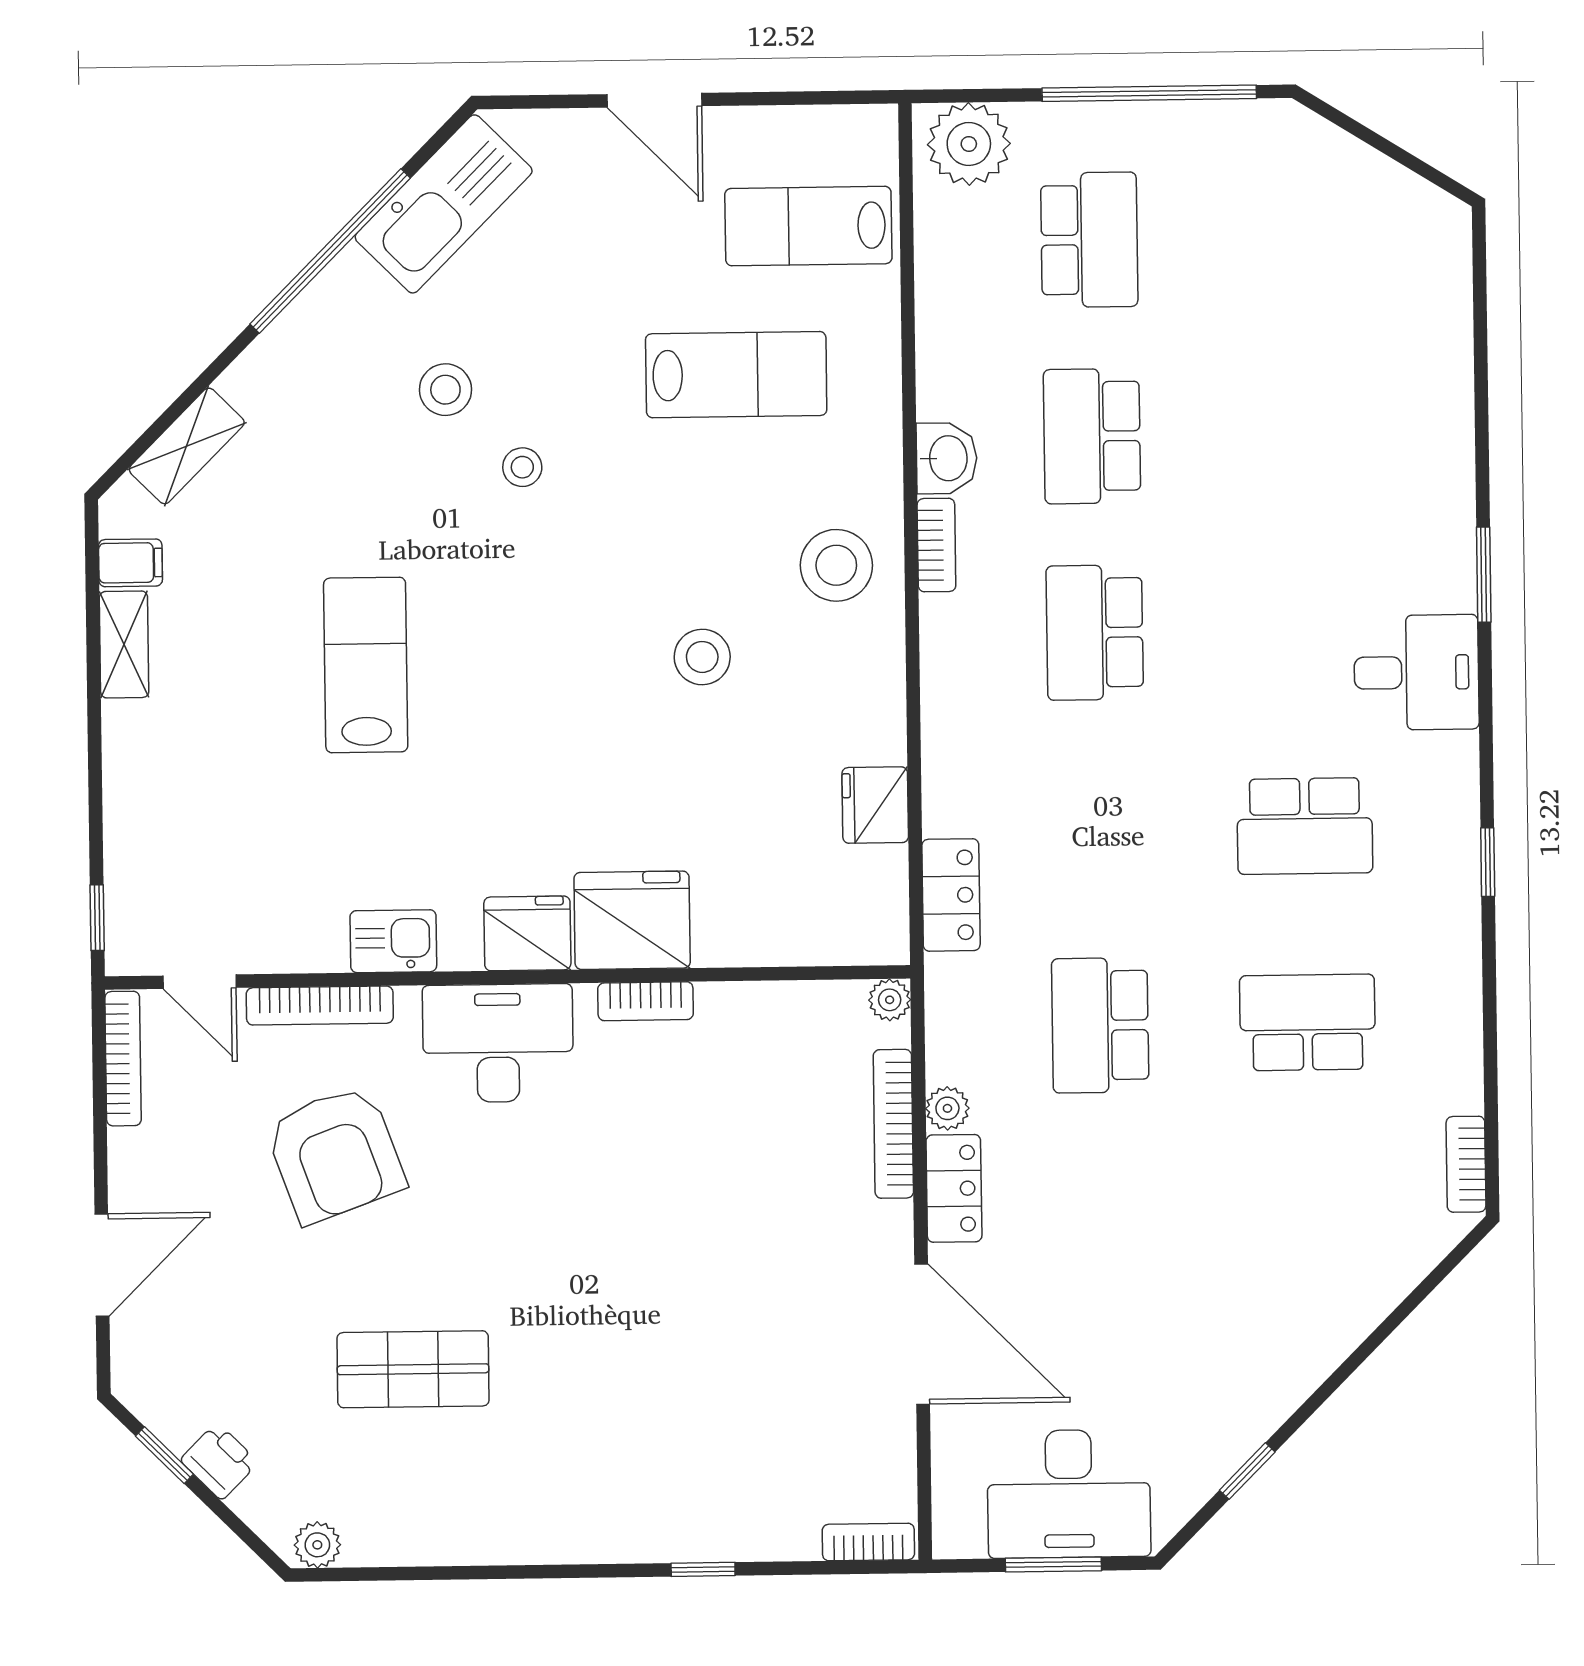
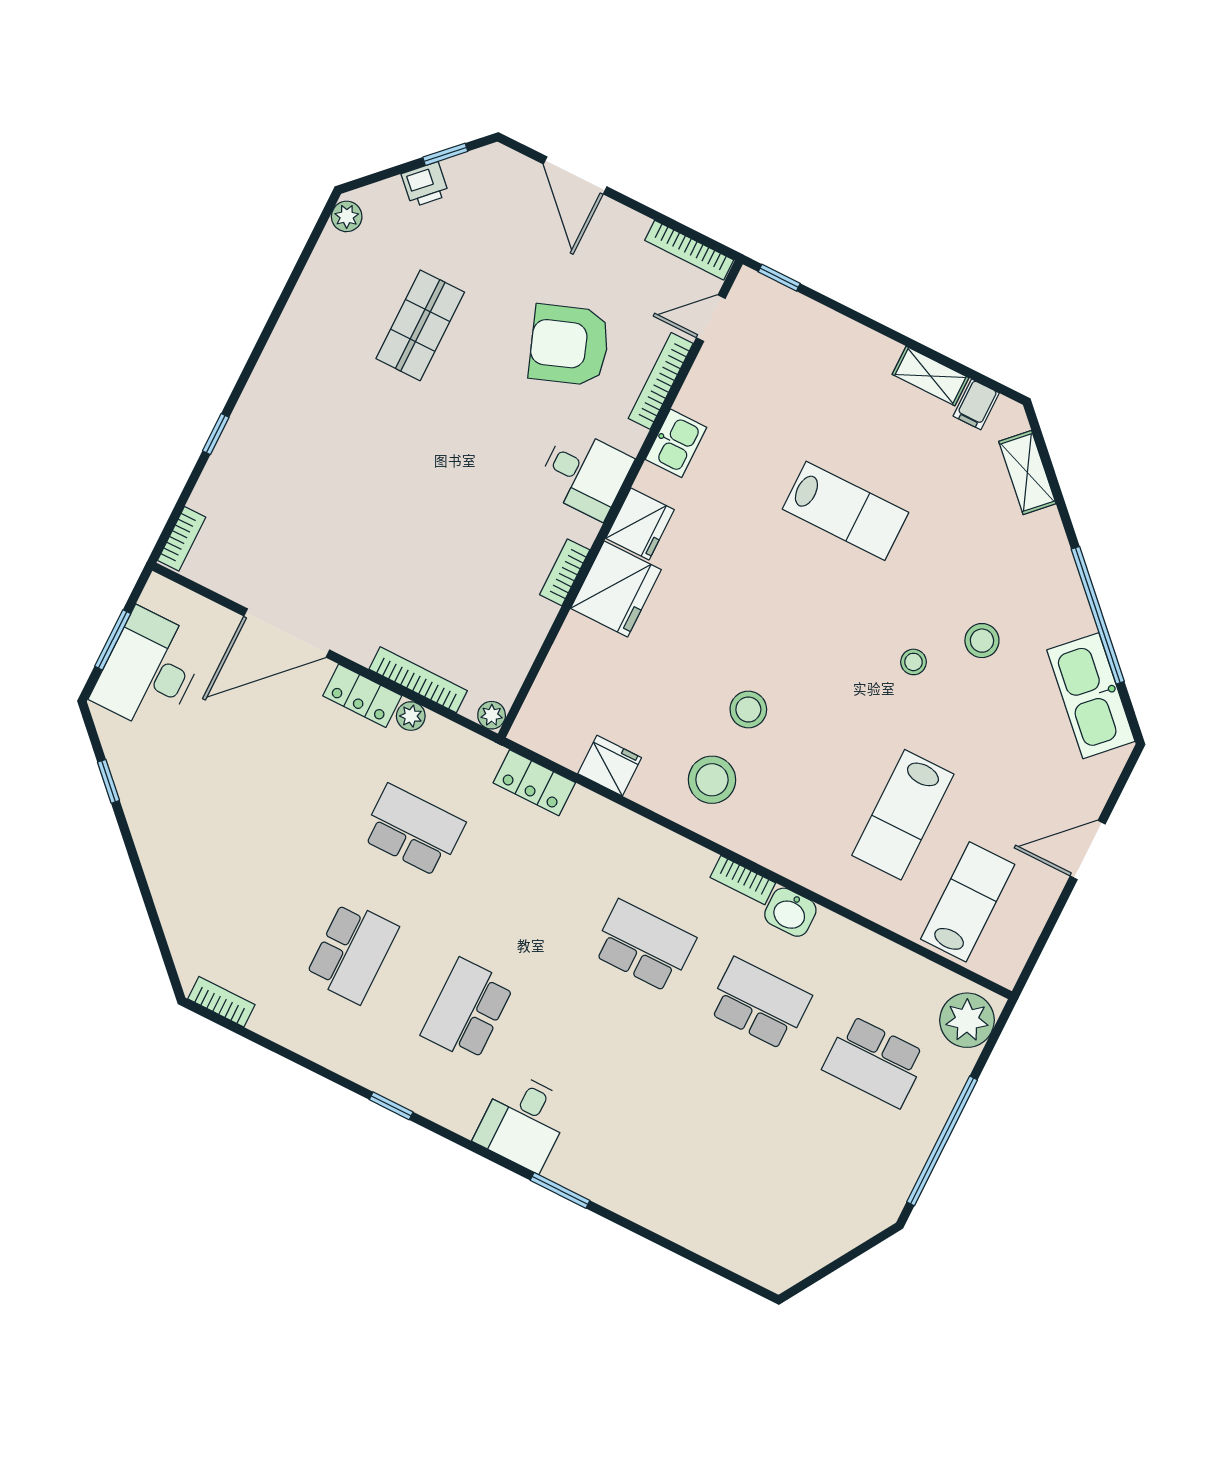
stool: (836, 565) -> (712, 780), moved
desk: (498, 1043) -> (585, 474), width x0.73

